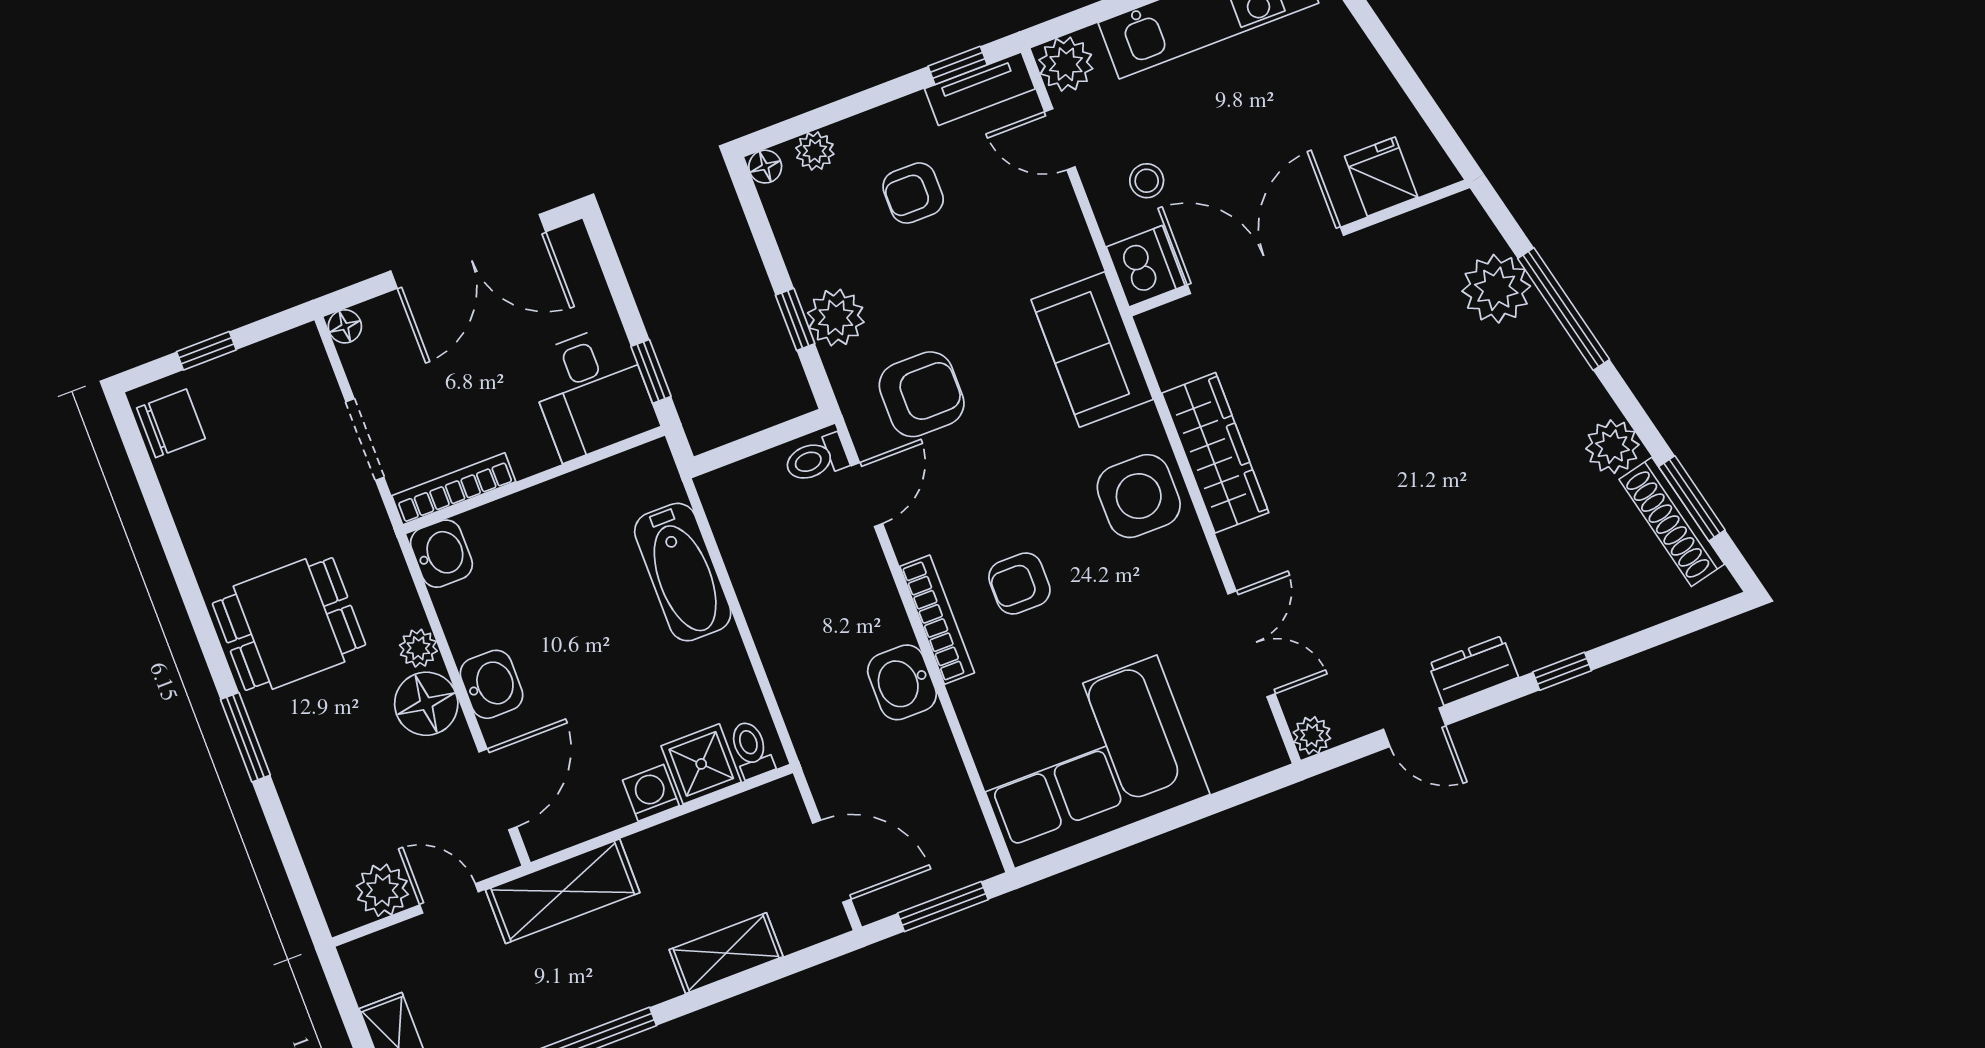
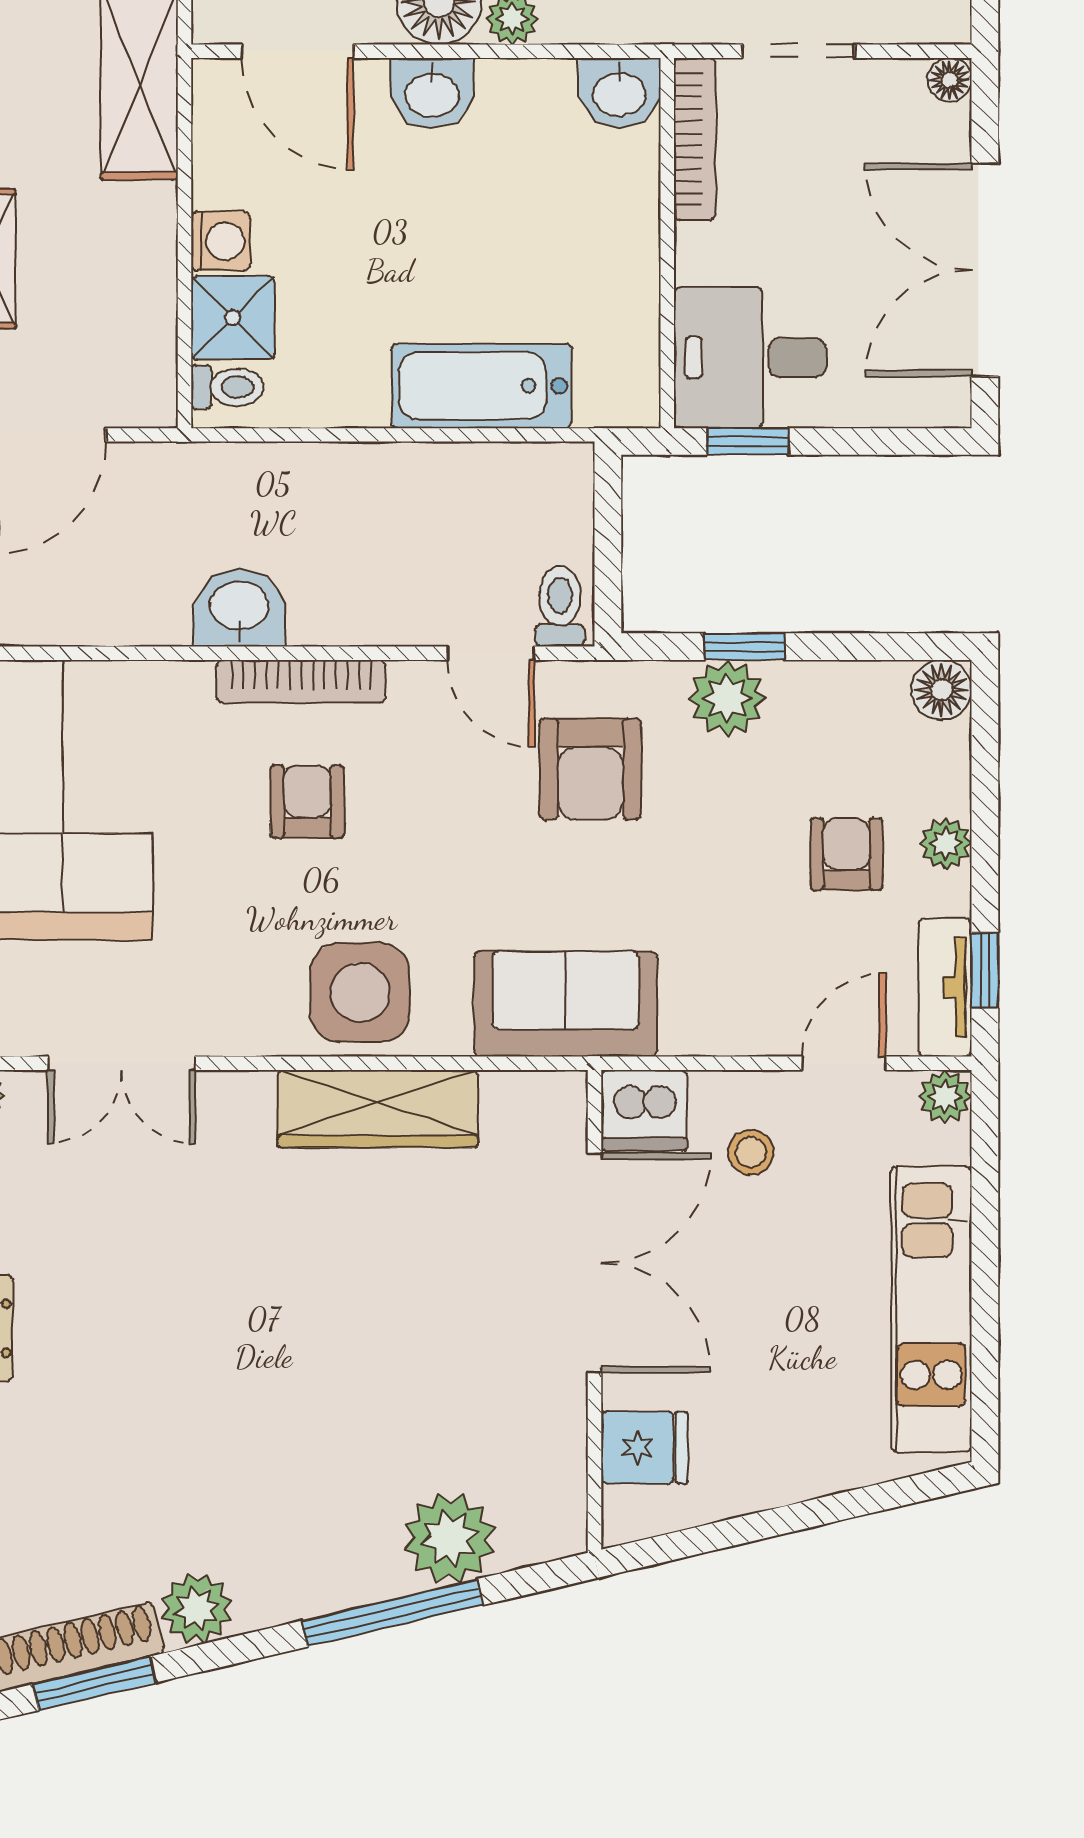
plant: (1066, 64) -> (945, 1097), width x0.73, depth x0.73
plant: (815, 151) -> (946, 843), moved
floor lamp: (765, 167) -> (942, 690), width x1.37, depth x1.37

